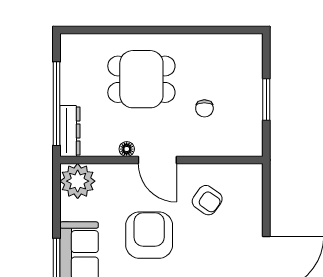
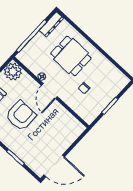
dresser: (70, 131) -> (51, 24), moved
armchair: (207, 200) -> (54, 123), removed

